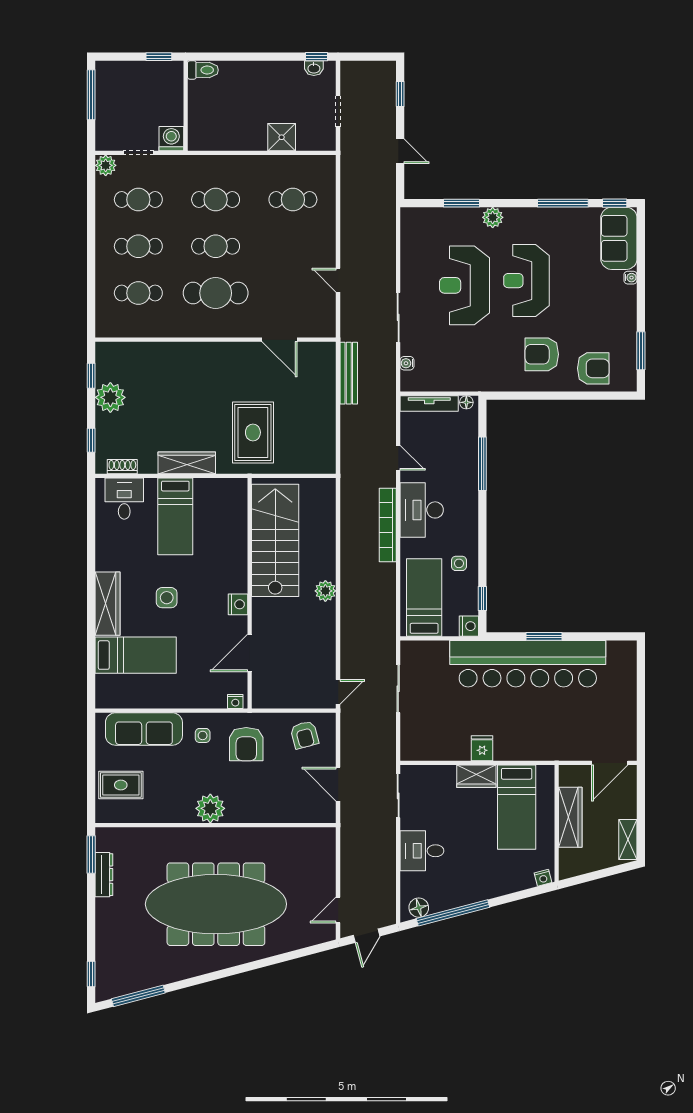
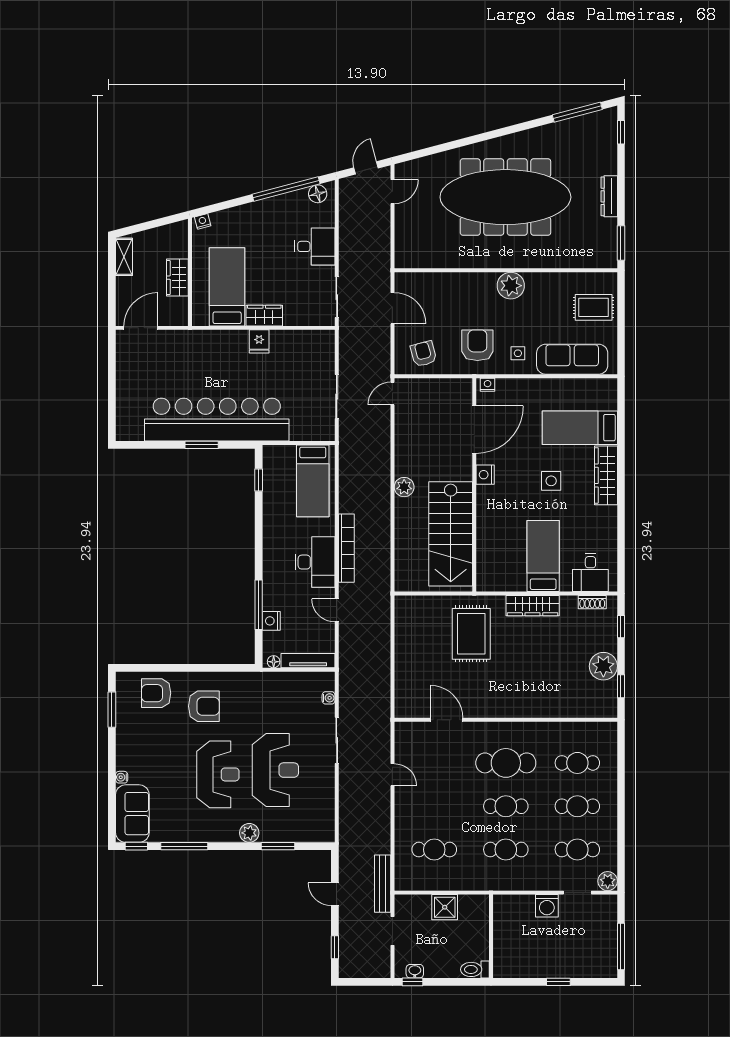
toilet: (203, 70) -> (475, 969), moved
wall: (186, 106) -> (491, 936), moved
bench: (349, 373) -> (383, 884), moved
side table: (459, 563) -> (280, 513), removed
nightstand: (469, 626) -> (271, 621), moved
door: (250, 653) -> (474, 430), width x1.36
wardrobe: (570, 817) -> (177, 278), width x0.67
dresser: (104, 875) -> (609, 196), moved

